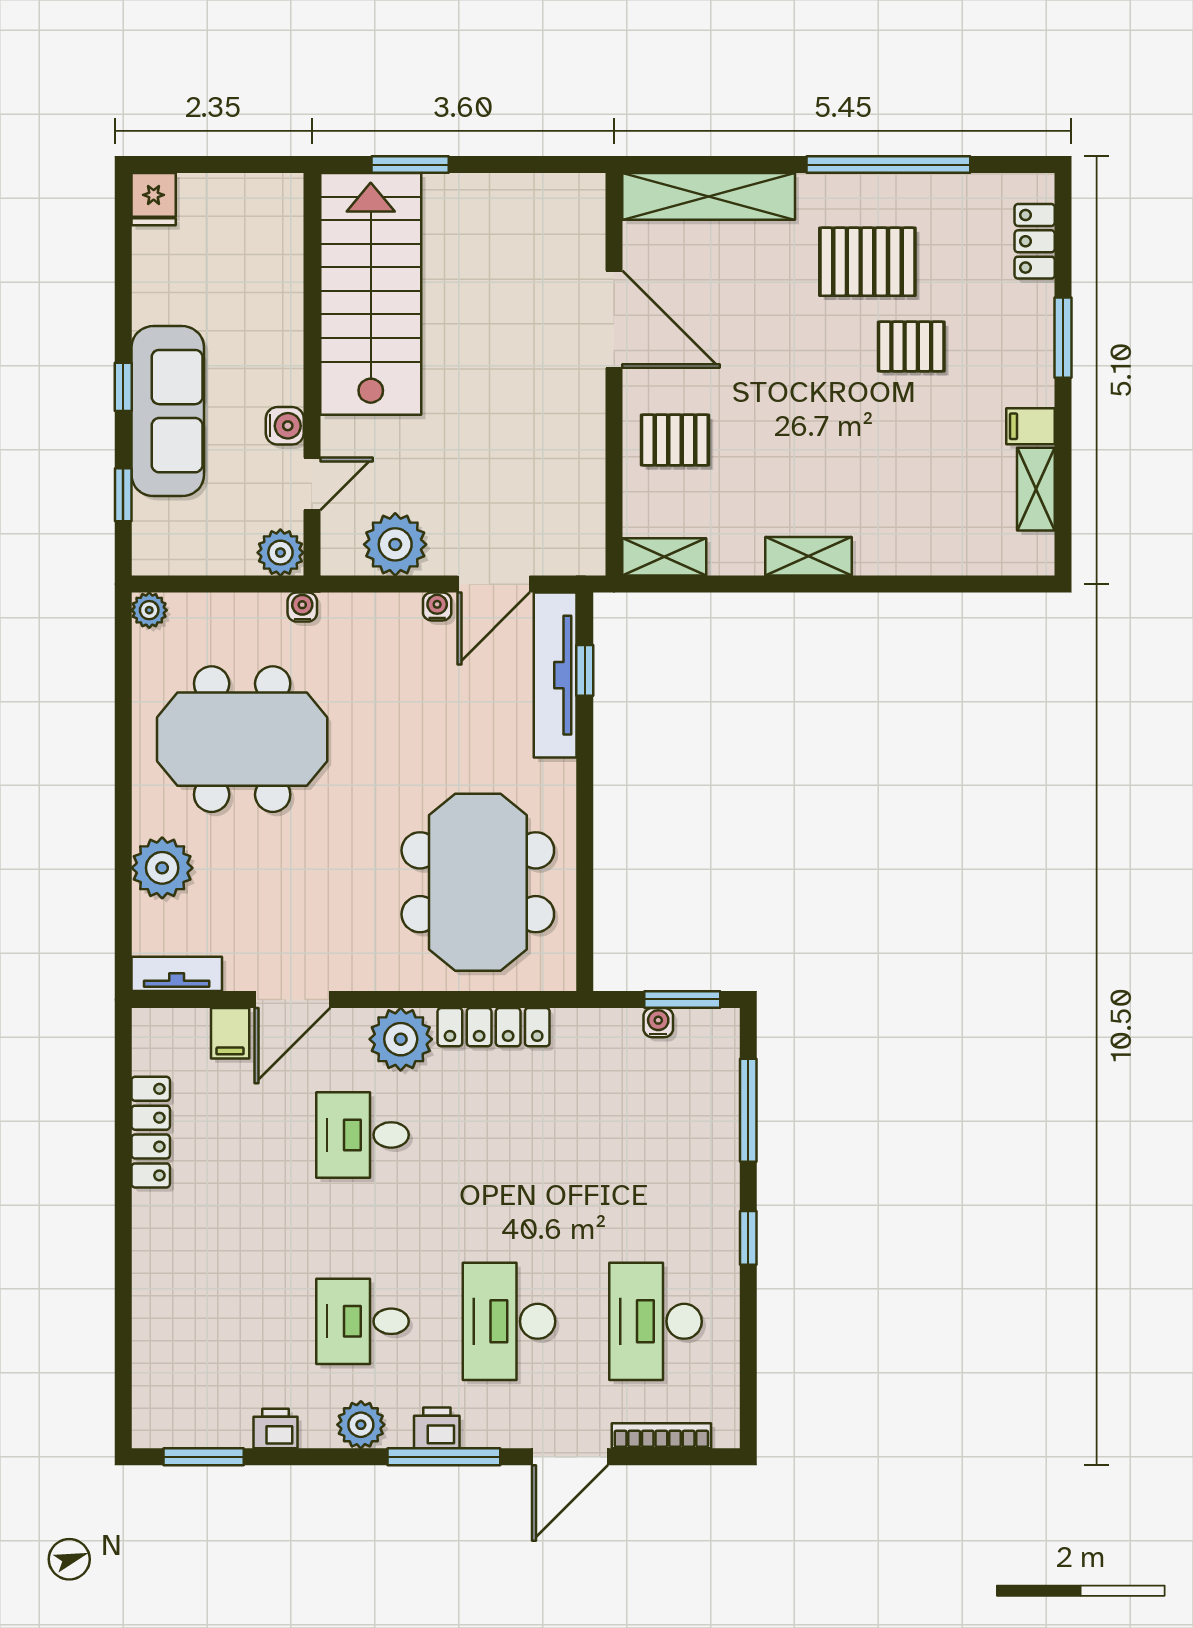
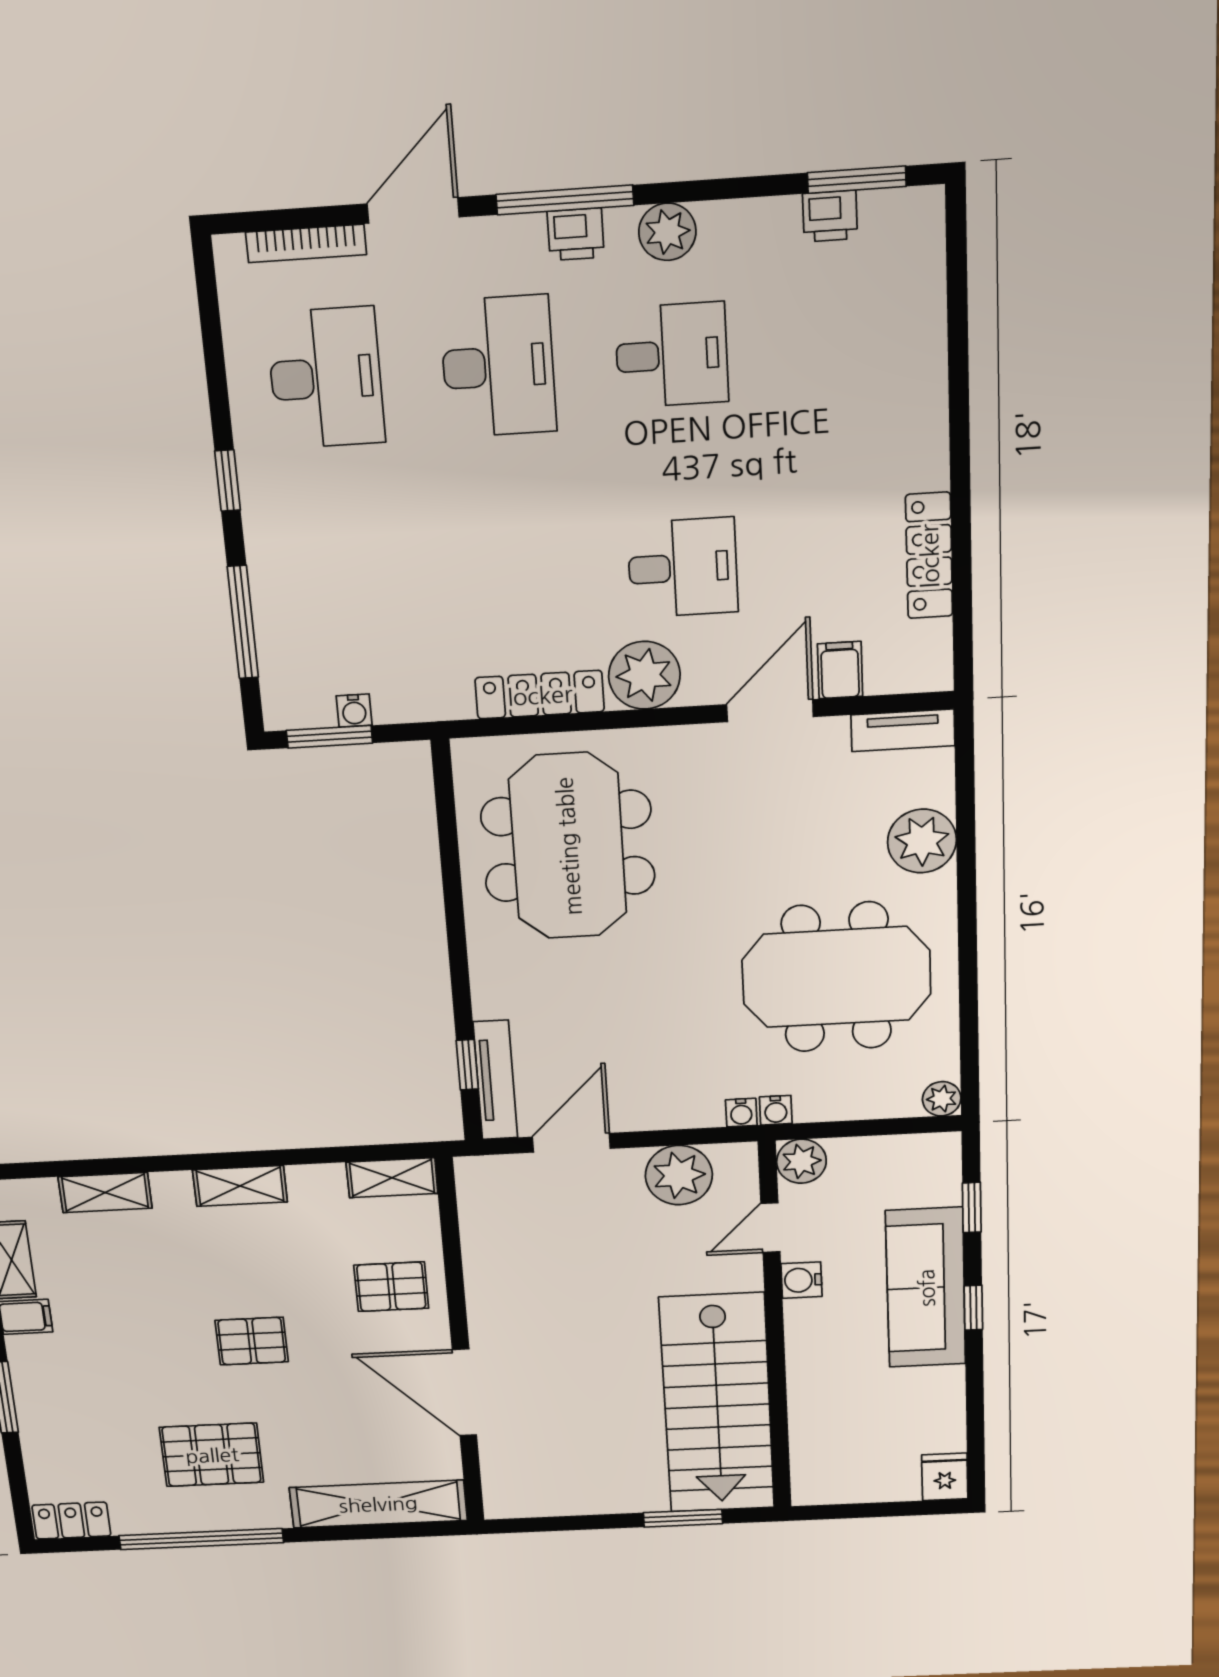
locker: (1035, 241) -> (71, 1521), moved, turned -90
pallet: (911, 346) -> (252, 1341), moved
shelving: (937, 557) -> (105, 1193), added
water cooler: (437, 607) -> (741, 1113), moved
tv unit: (555, 675) -> (495, 1080), width x0.73, depth x0.78
printer: (275, 1428) -> (830, 216), moved

